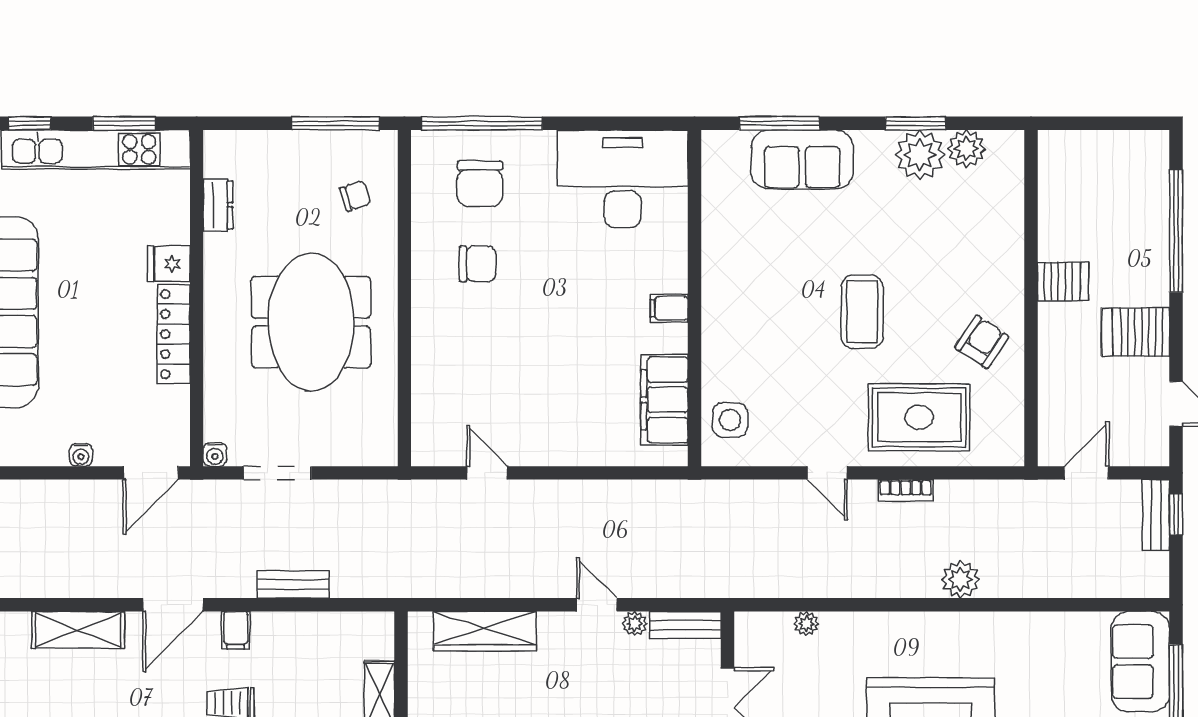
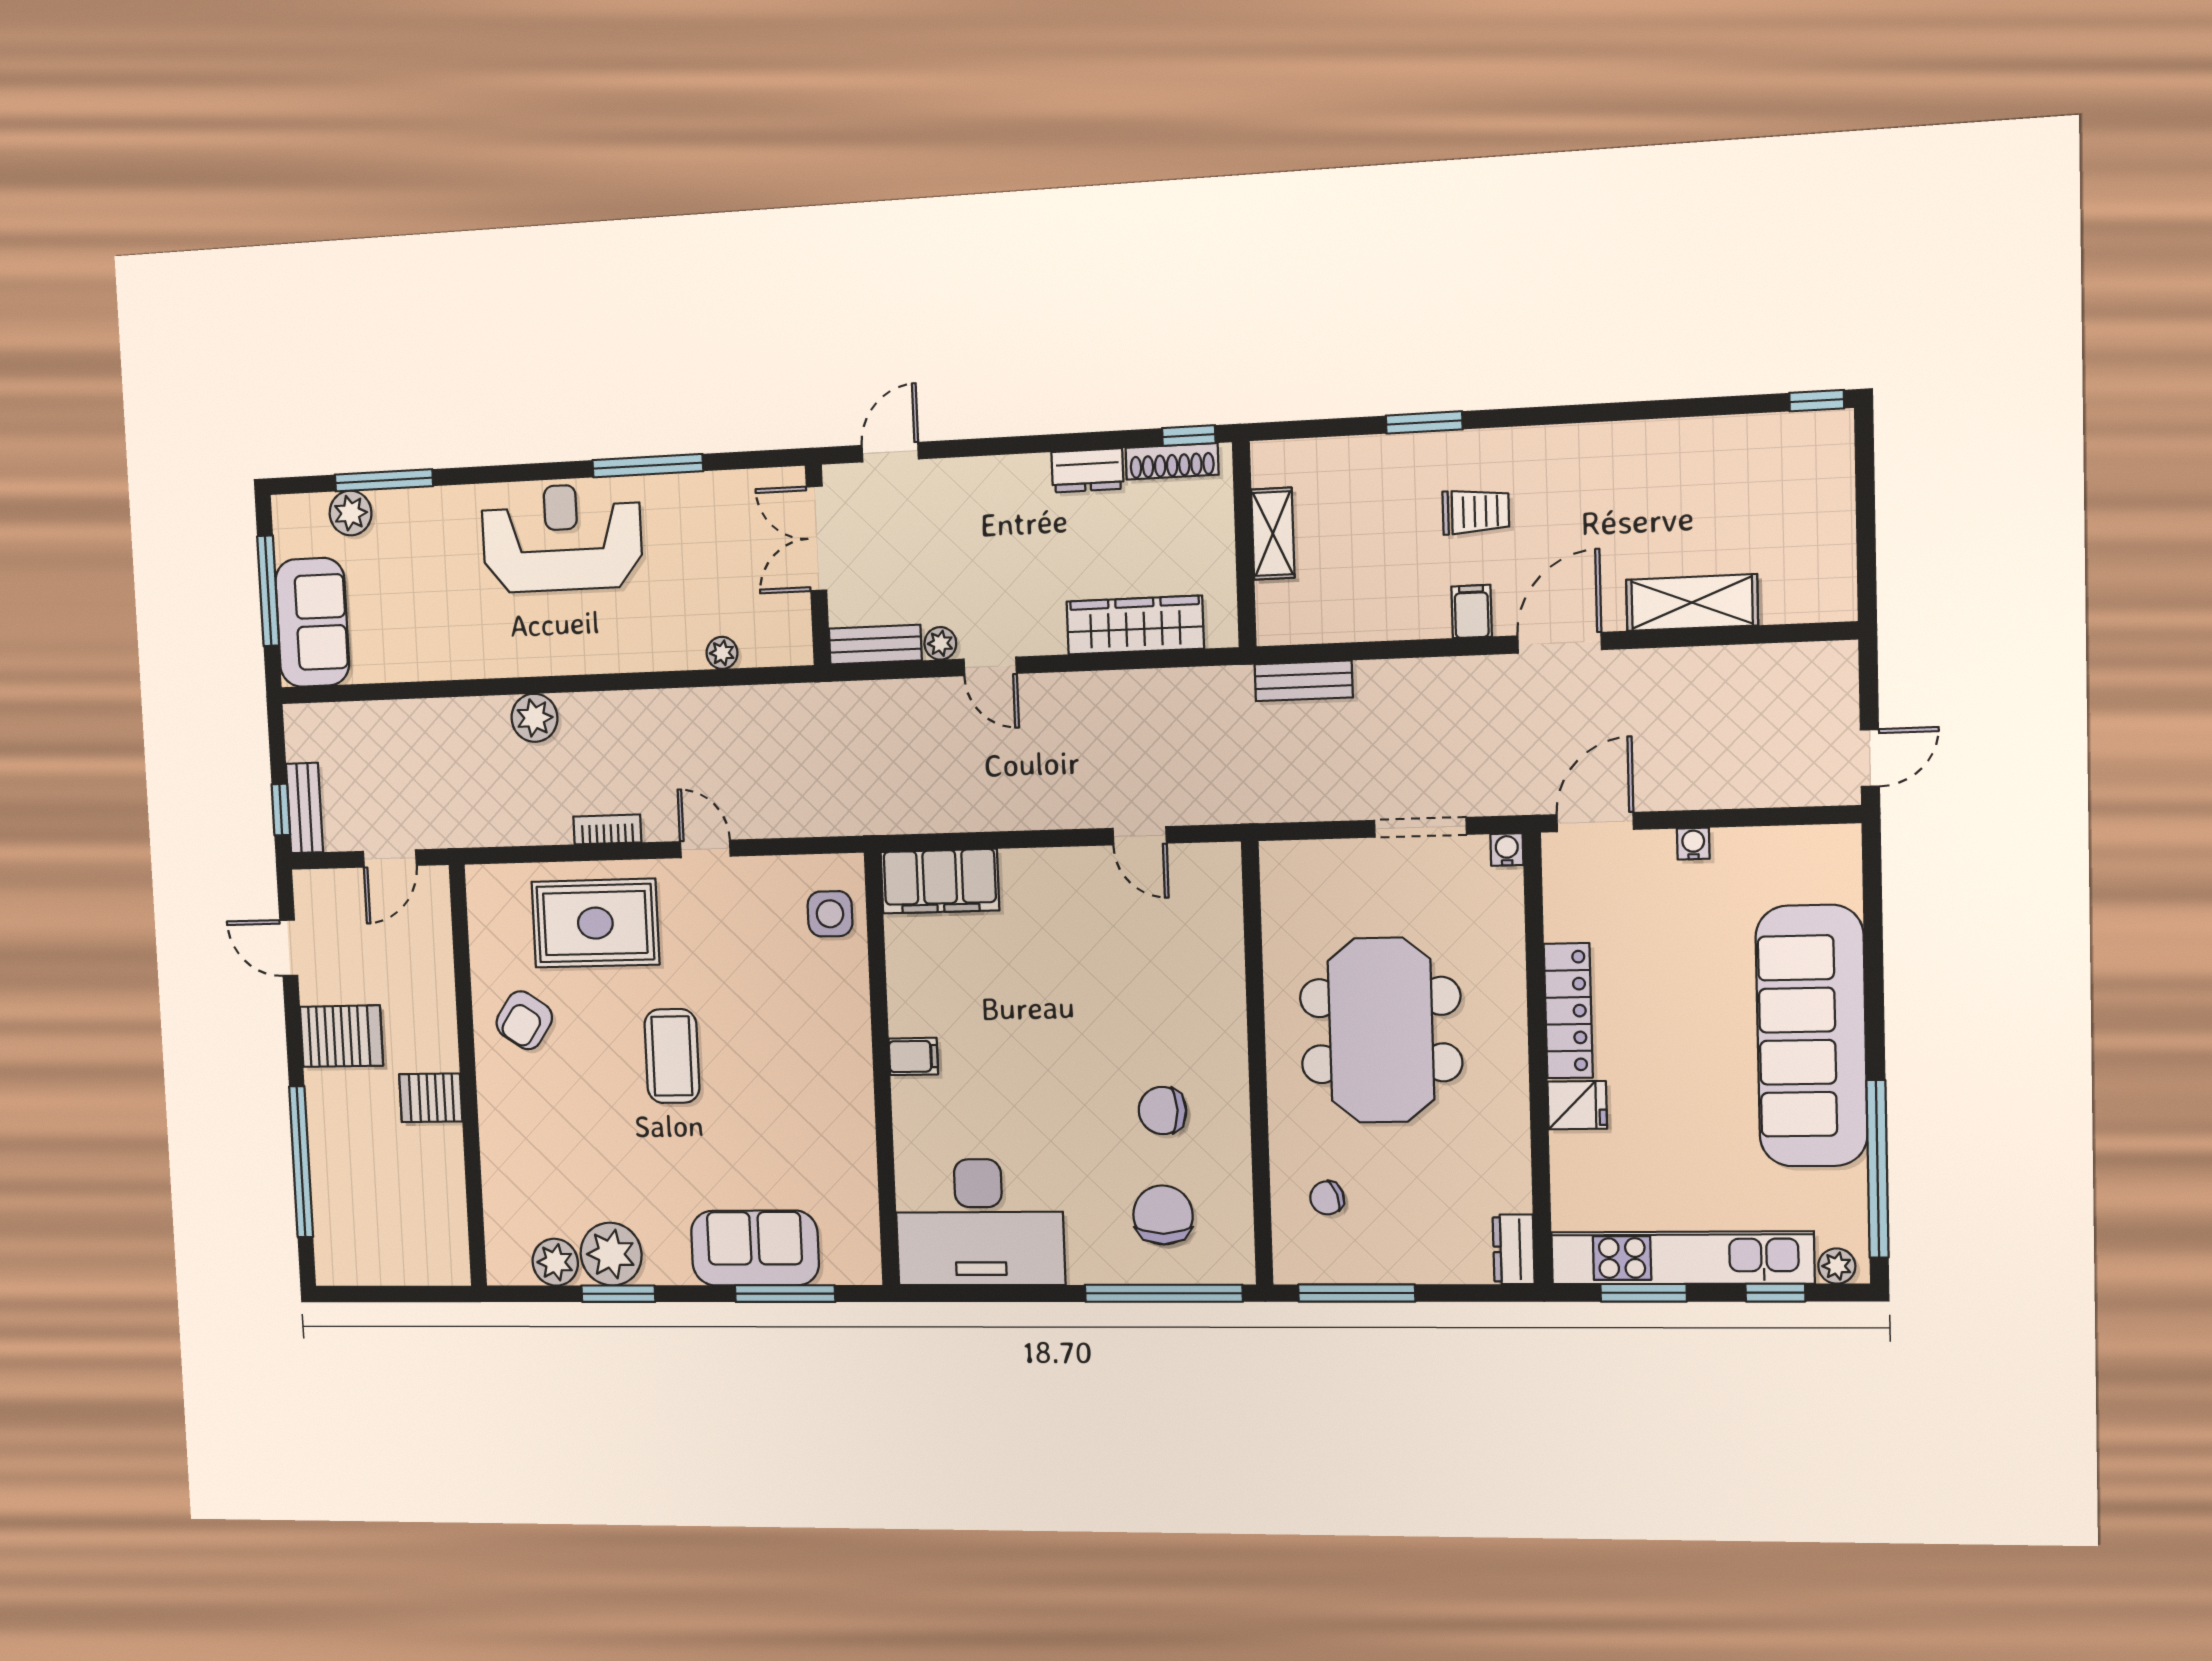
dresser: (218, 205) -> (1514, 1249), moved
filing cabinet: (664, 400) -> (940, 881), moved, turned 90
bench: (293, 584) -> (1304, 681), moved

